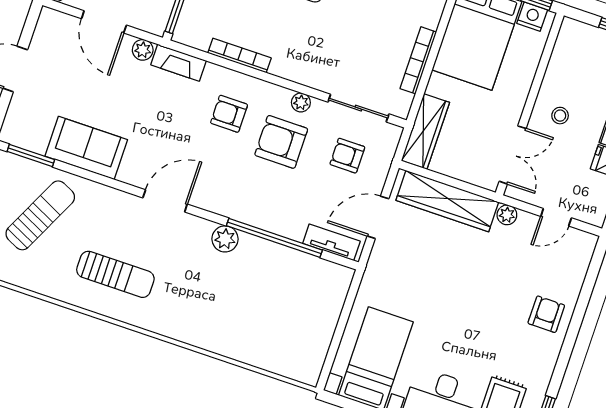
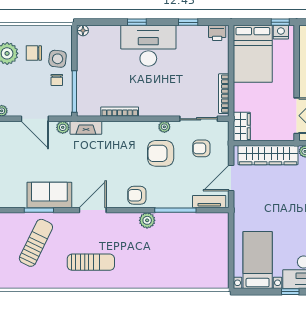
bookcase: (418, 60) -> (224, 94), moved
armchair: (229, 114) -> (137, 195), moved
wardrobe: (425, 132) -> (242, 126), width x0.67
window: (31, 155) -> (39, 210), moved
door: (165, 201) -> (93, 210), moved
window: (274, 238) -> (175, 210), width x0.68

